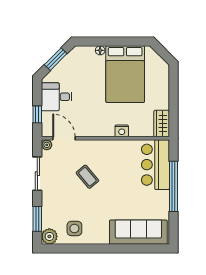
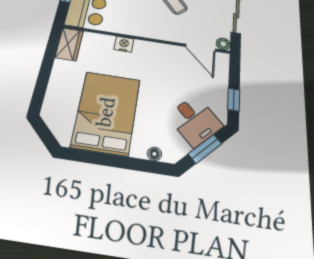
floor lamp: (100, 50) -> (154, 154), moved
desk: (57, 97) -> (195, 121), moved, turned 45
window: (37, 114) -> (234, 100), moved

